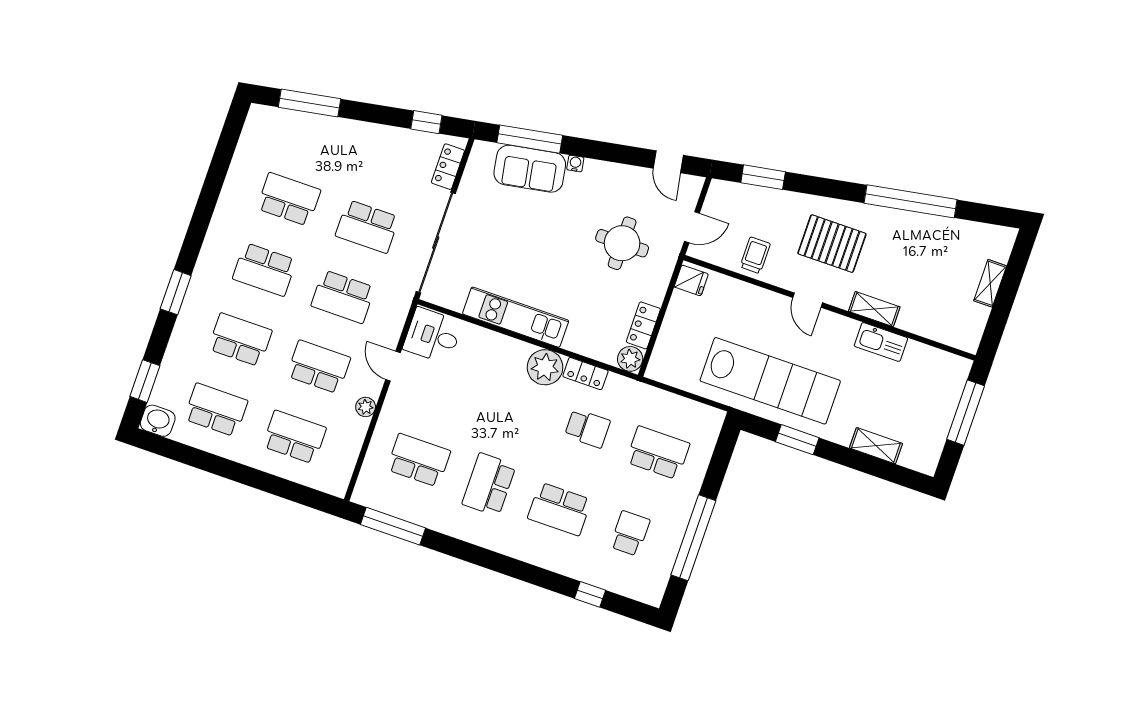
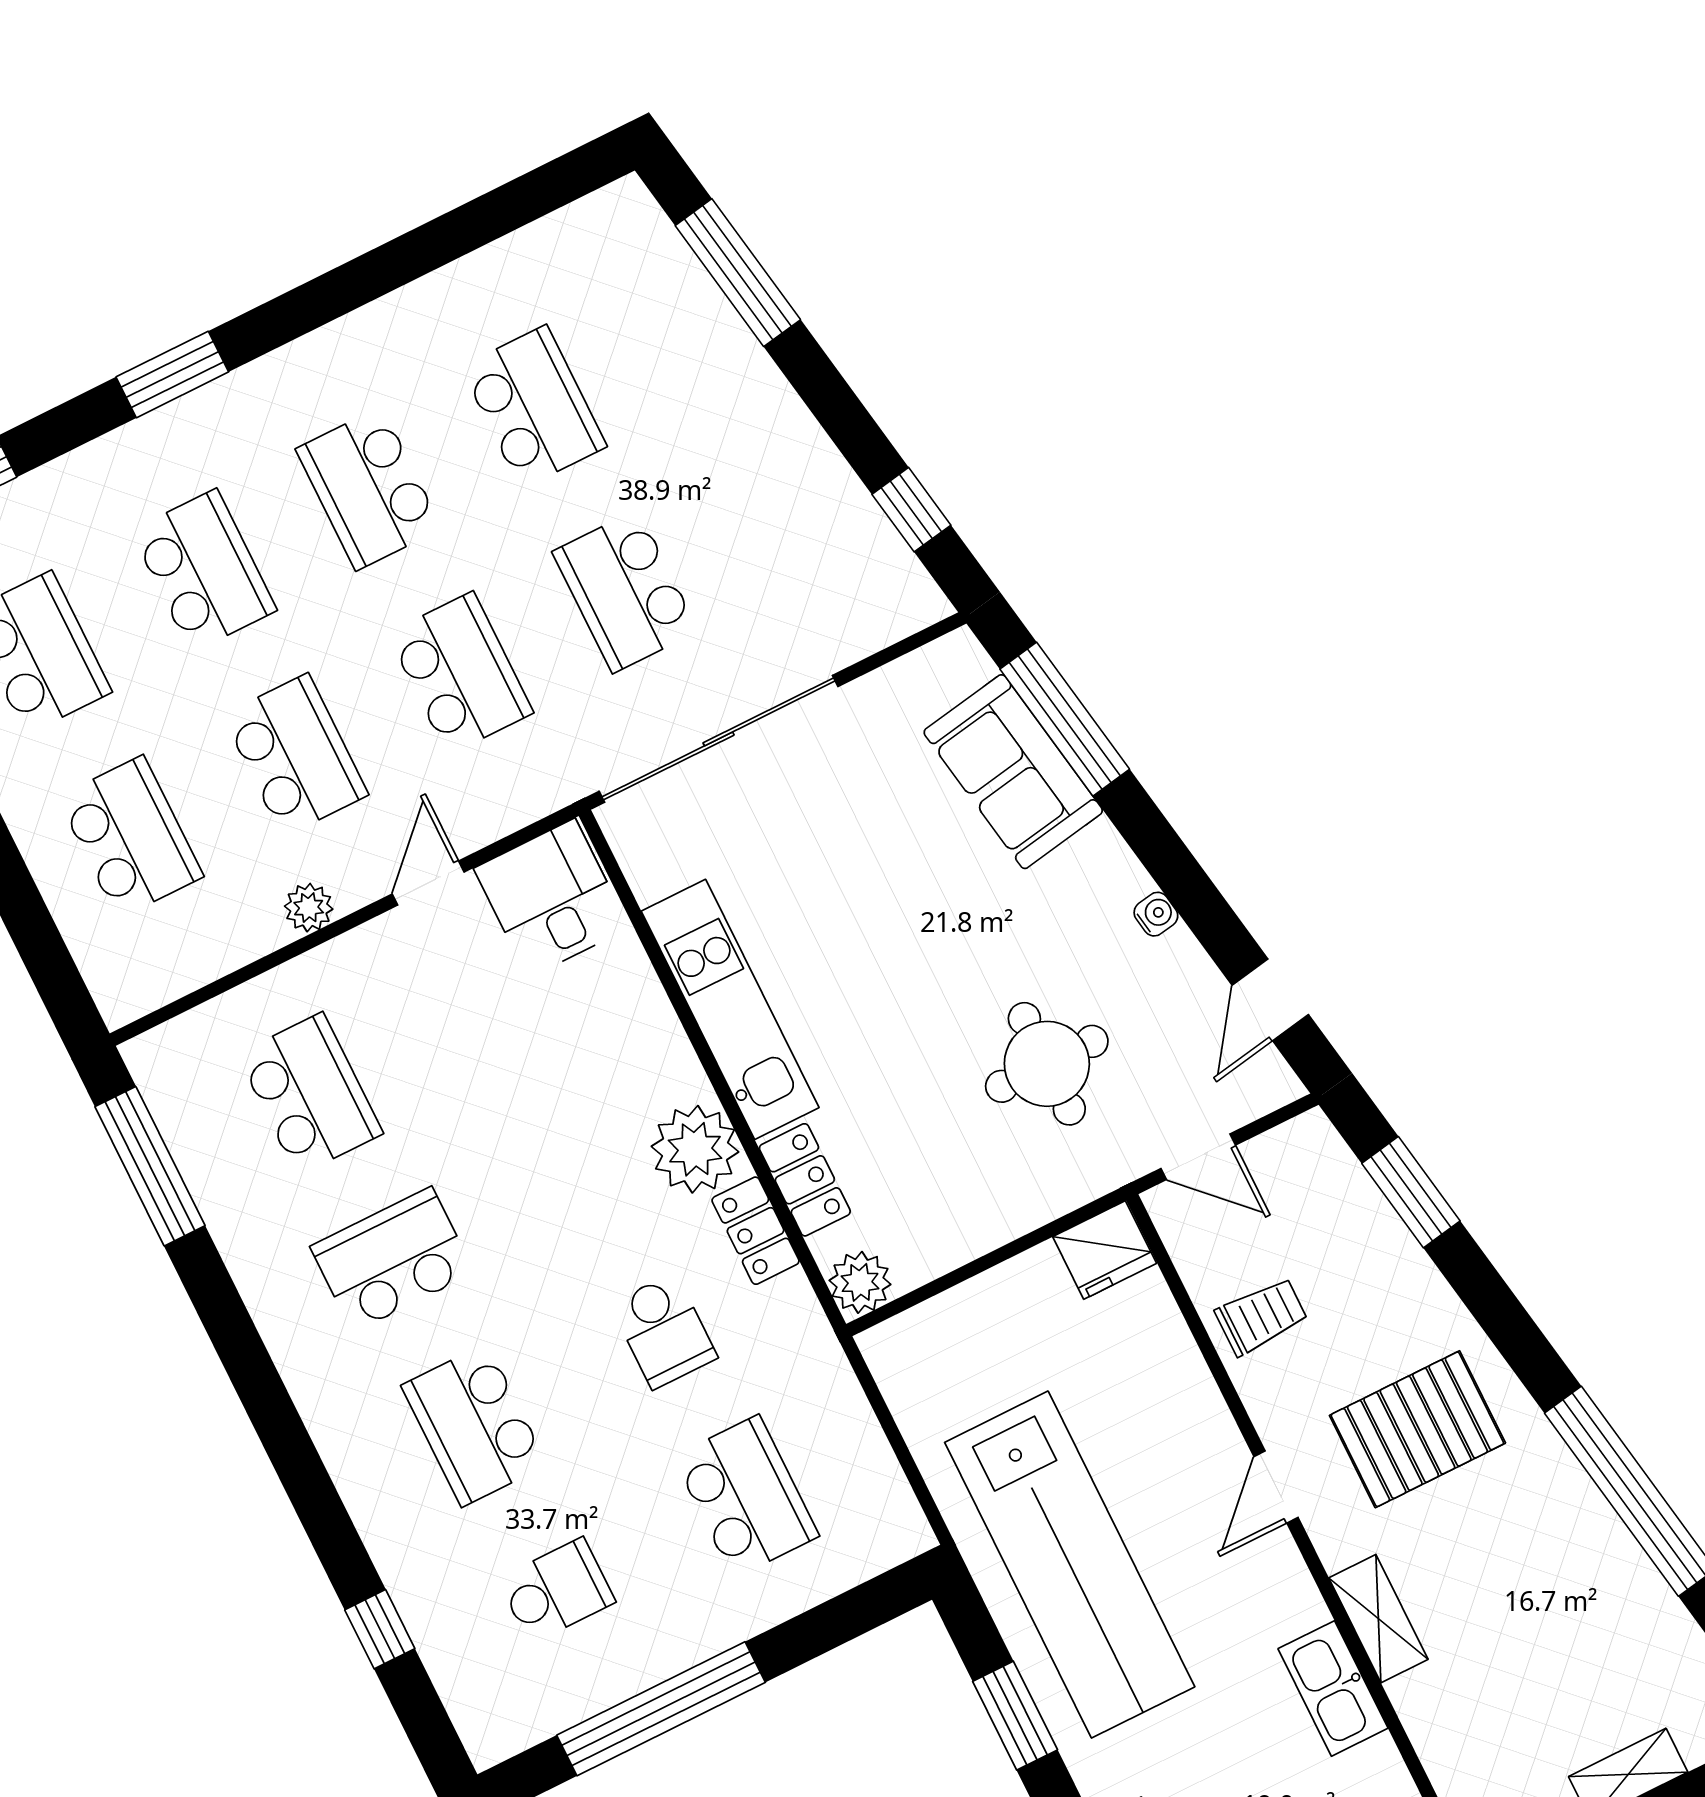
water cooler: (575, 163) -> (1156, 914), moved
locker: (448, 167) -> (872, 626), removed
pallet: (832, 244) -> (1417, 1429), turned 90
fridge: (691, 280) -> (1105, 1250), width x1.38
school desk: (343, 297) -> (460, 673), turned 180
locker: (643, 325) -> (805, 1180), moved, turned 90

